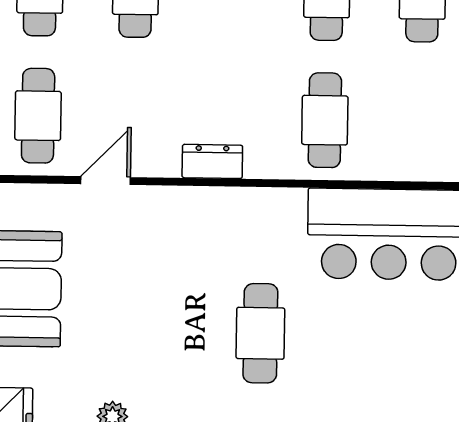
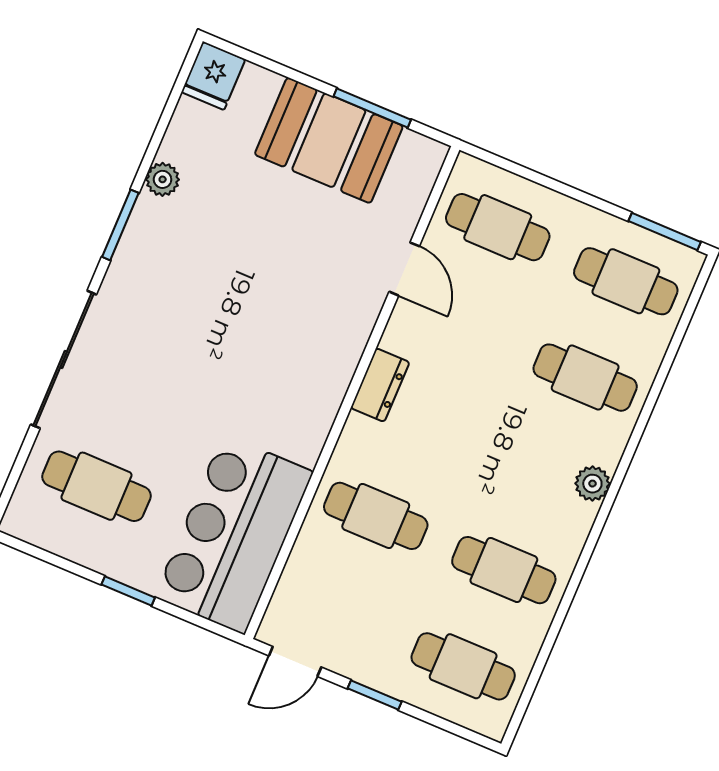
cafe table: (260, 333) -> (96, 486), moved

